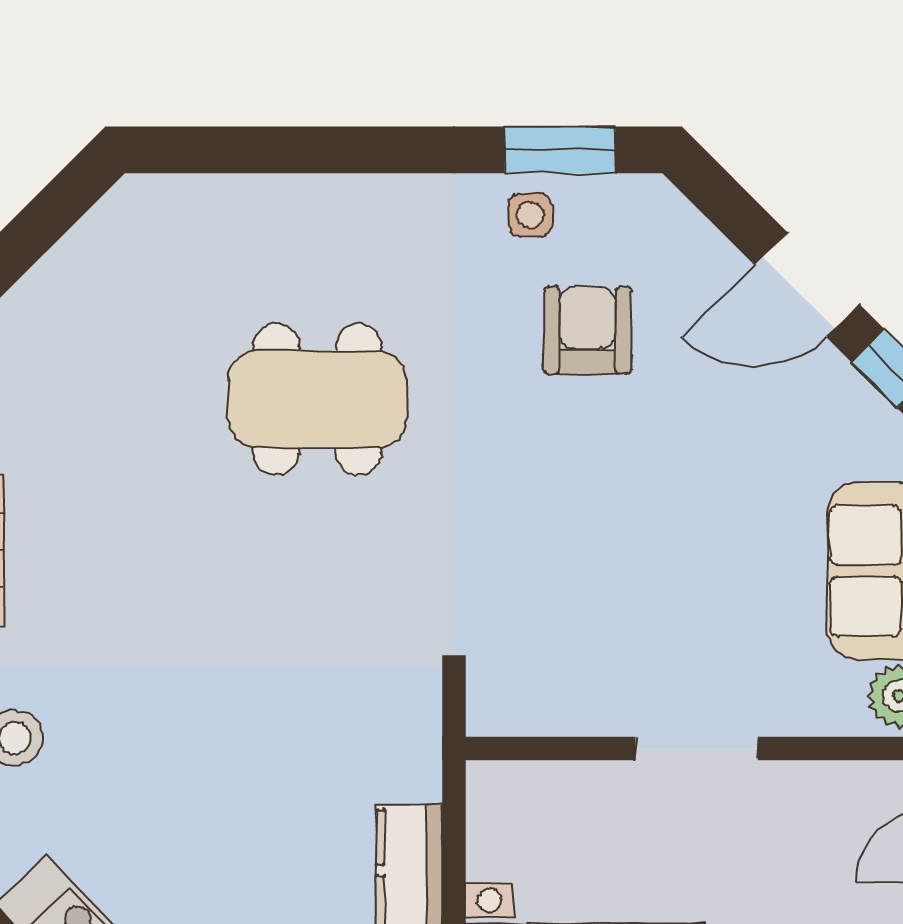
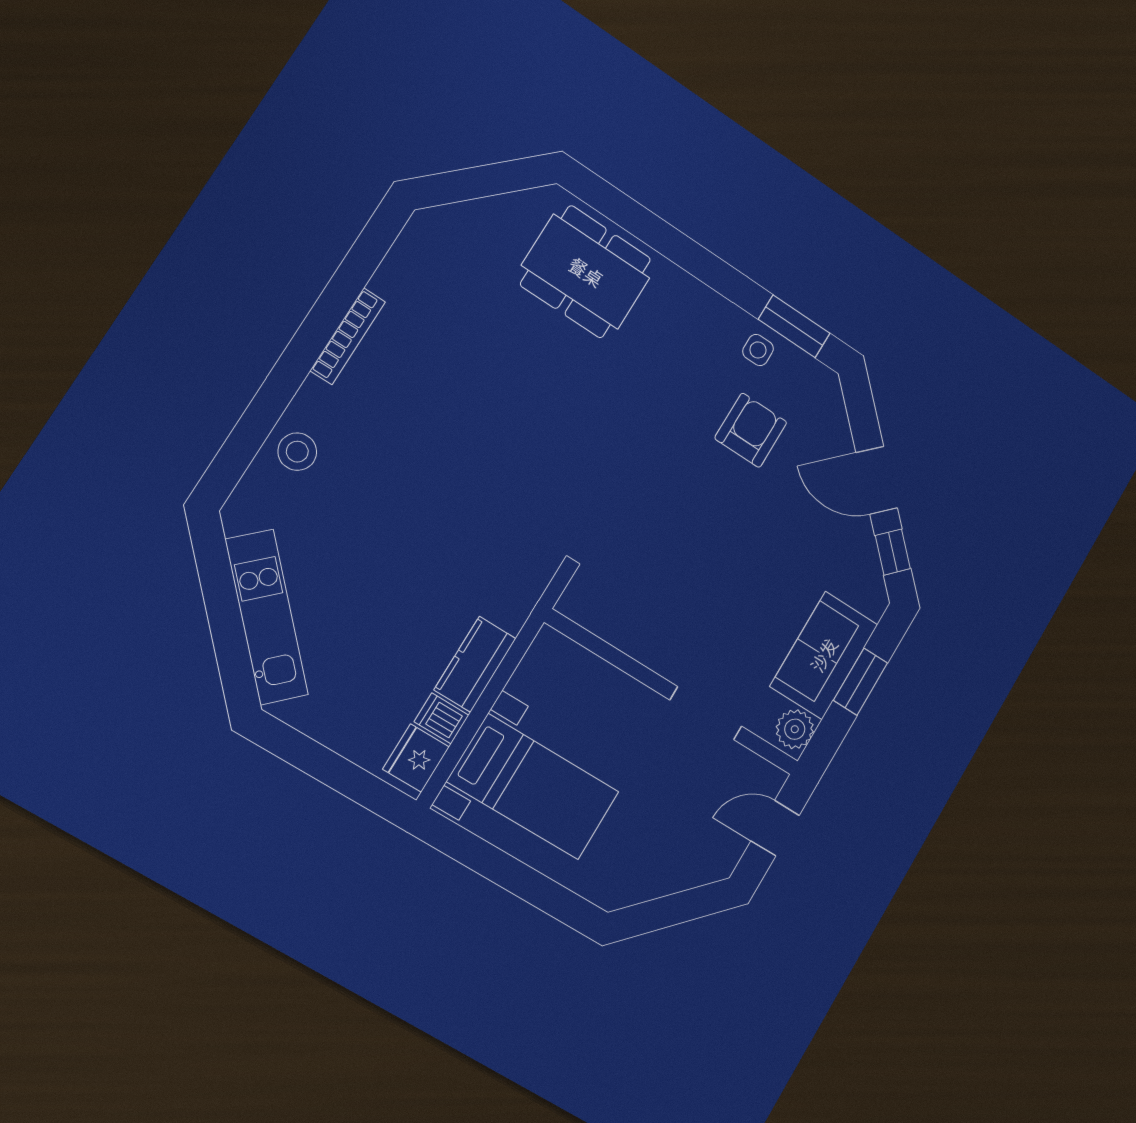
dining table: (317, 399) -> (586, 272), moved
doorway: (697, 748) -> (706, 713), moved

